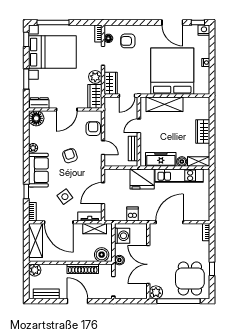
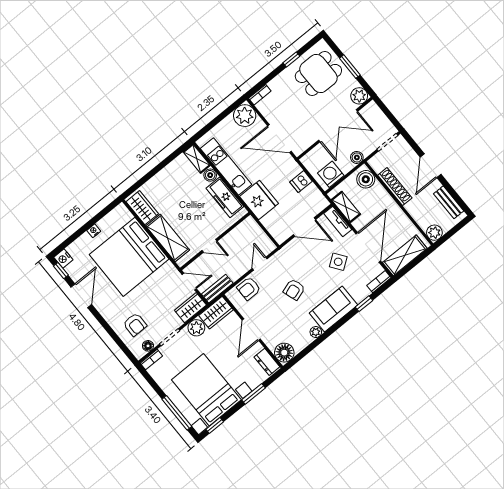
door: (67, 110) -> (251, 330), swing flipped
wardrobe: (203, 132) -> (142, 208), moved, turned -90
bench: (133, 149) -> (217, 289), moved
plant: (201, 212) -> (245, 116), added
window: (178, 301) -> (350, 67), width x0.47

